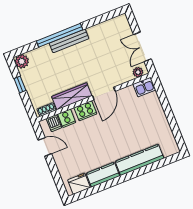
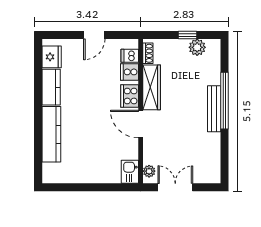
plant: (22, 61) -> (197, 47), moved
door: (45, 147) -> (94, 35), moved

